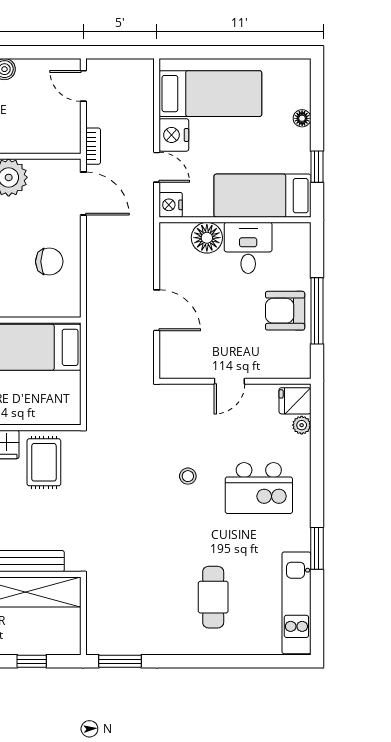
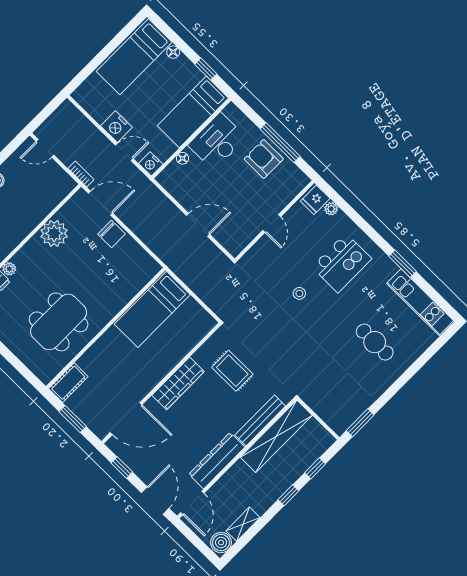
bed: (210, 94) -> (134, 57), moved, turned 180
floor lamp: (207, 238) -> (182, 158), width x0.53, depth x0.53
desk: (248, 248) -> (217, 141), width x1.37
chair: (49, 262) -> (112, 234), moved, turned 90
armchair: (285, 311) -> (264, 159), turned 90
rug: (44, 462) -> (232, 371), moved

